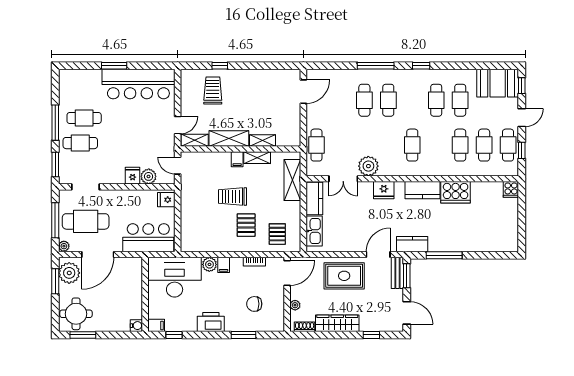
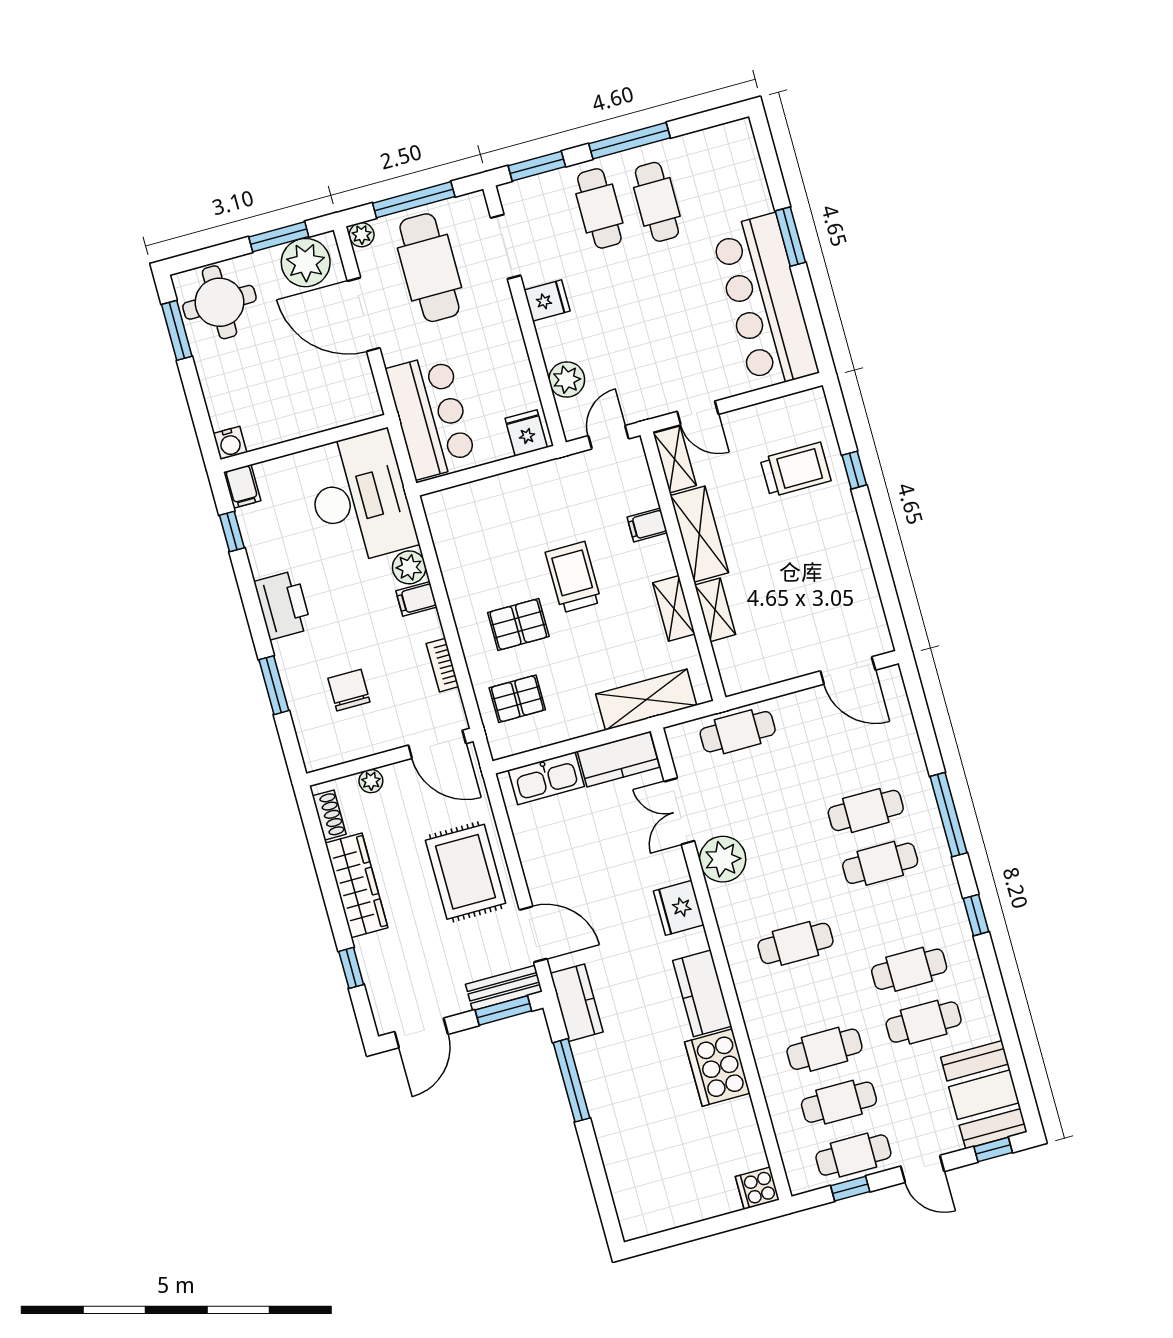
filing cabinet: (237, 159) -> (647, 525), moved
fridge: (133, 176) -> (547, 301), moved

